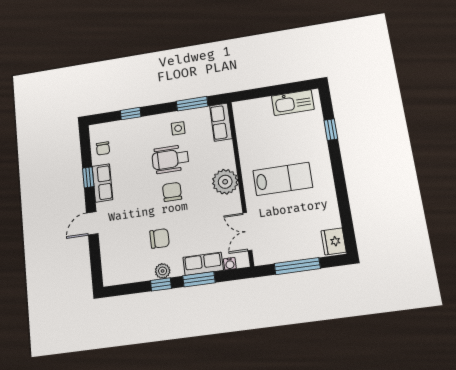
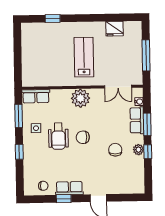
kitchen sink: (293, 103) -> (29, 43), removed
window: (131, 114) -> (19, 152), moved
fridge: (334, 241) -> (115, 29), moved

